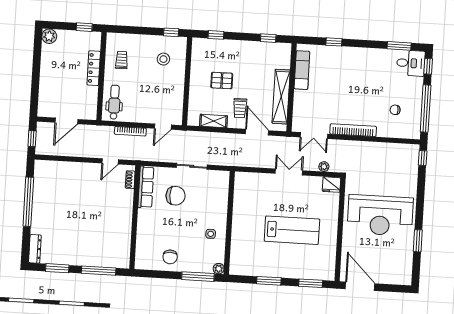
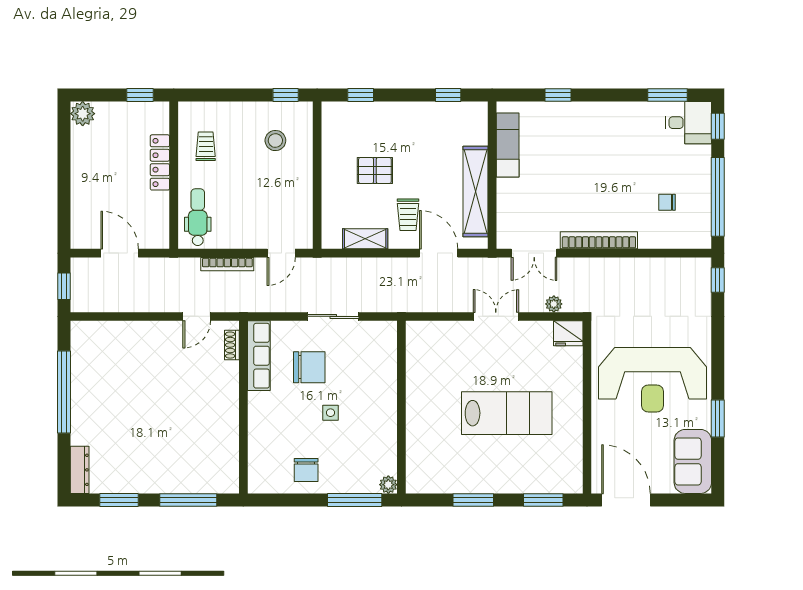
door: (66, 121) -> (120, 253), swing flipped
side table: (211, 234) -> (330, 413), moved
sofa: (401, 266) -> (693, 461), added

